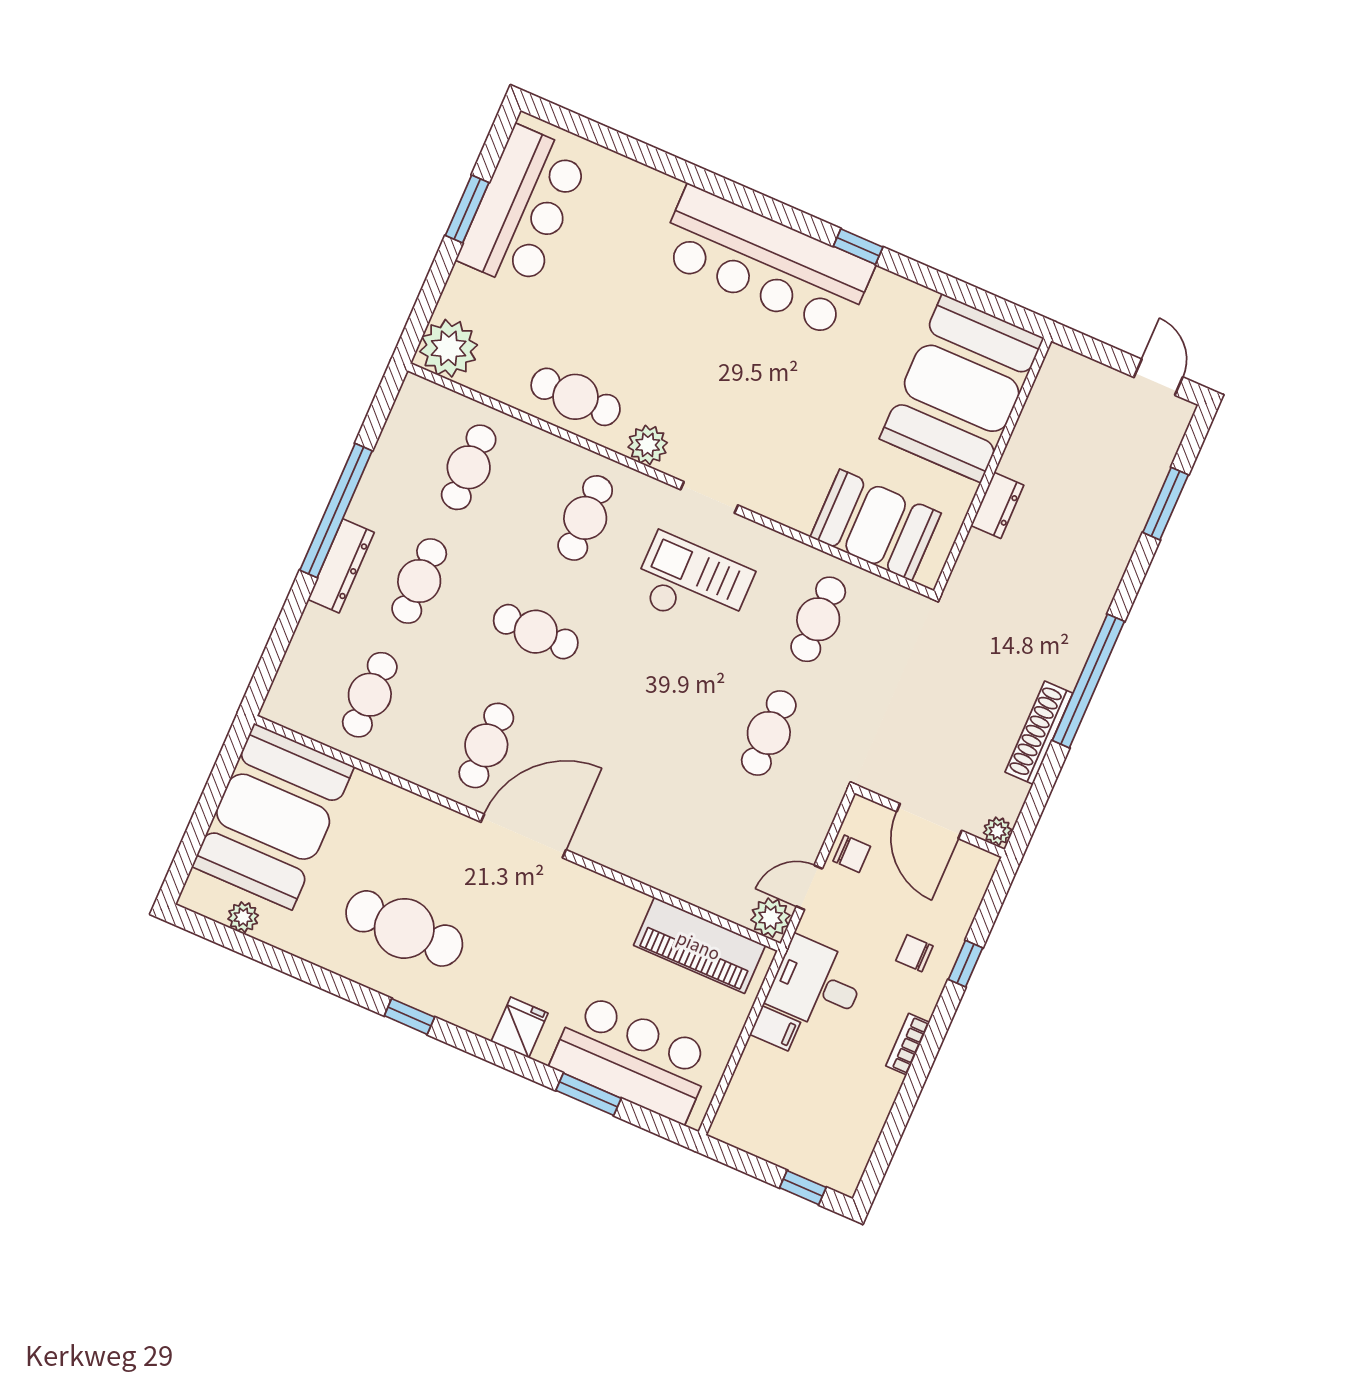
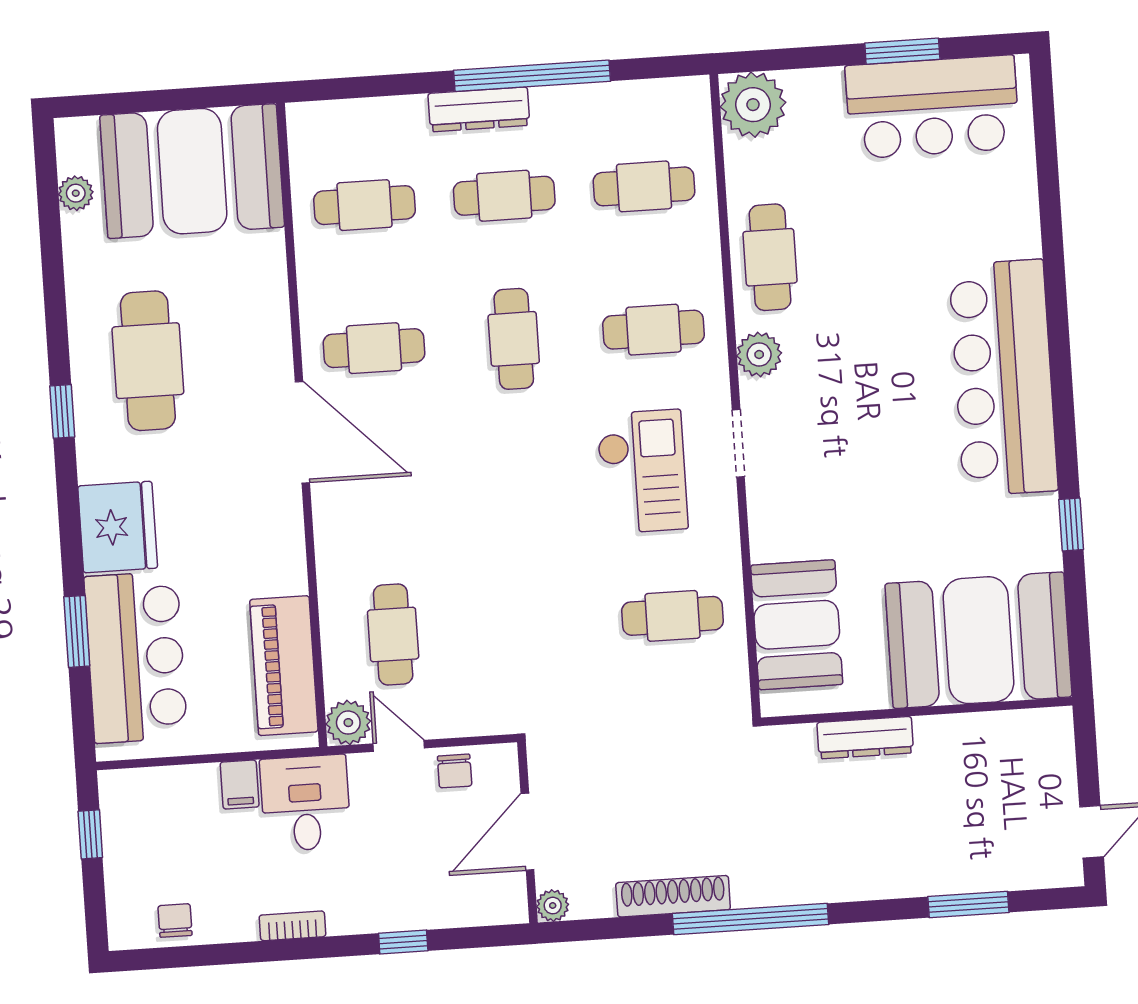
window: (858, 247) -> (1071, 524), moved
dresser: (997, 505) -> (865, 738), width x1.44
cafe table: (769, 733) -> (393, 634), moved, turned 90
chair: (914, 953) -> (175, 921), moved
fridge: (520, 1027) -> (118, 527), width x1.88, depth x1.34
window: (803, 1188) -> (90, 834), moved

